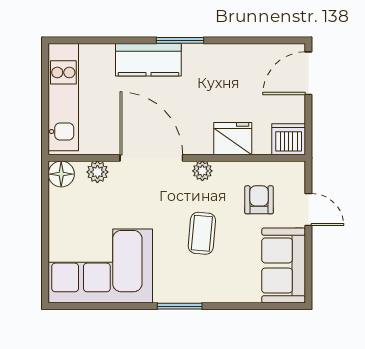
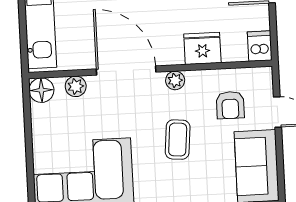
dishwasher: (289, 139) -> (260, 46), width x0.73
armchair: (259, 200) -> (230, 105), turned 180

